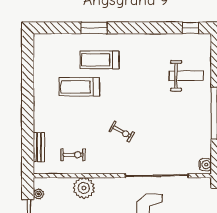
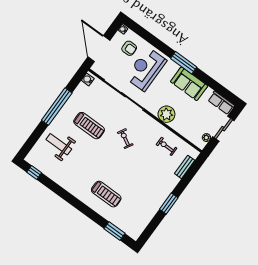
window: (94, 28) -> (114, 231), moved
treadmill: (79, 87) -> (89, 126), moved
window: (28, 97) -> (169, 204), added
plant: (84, 188) -> (166, 114), moved

